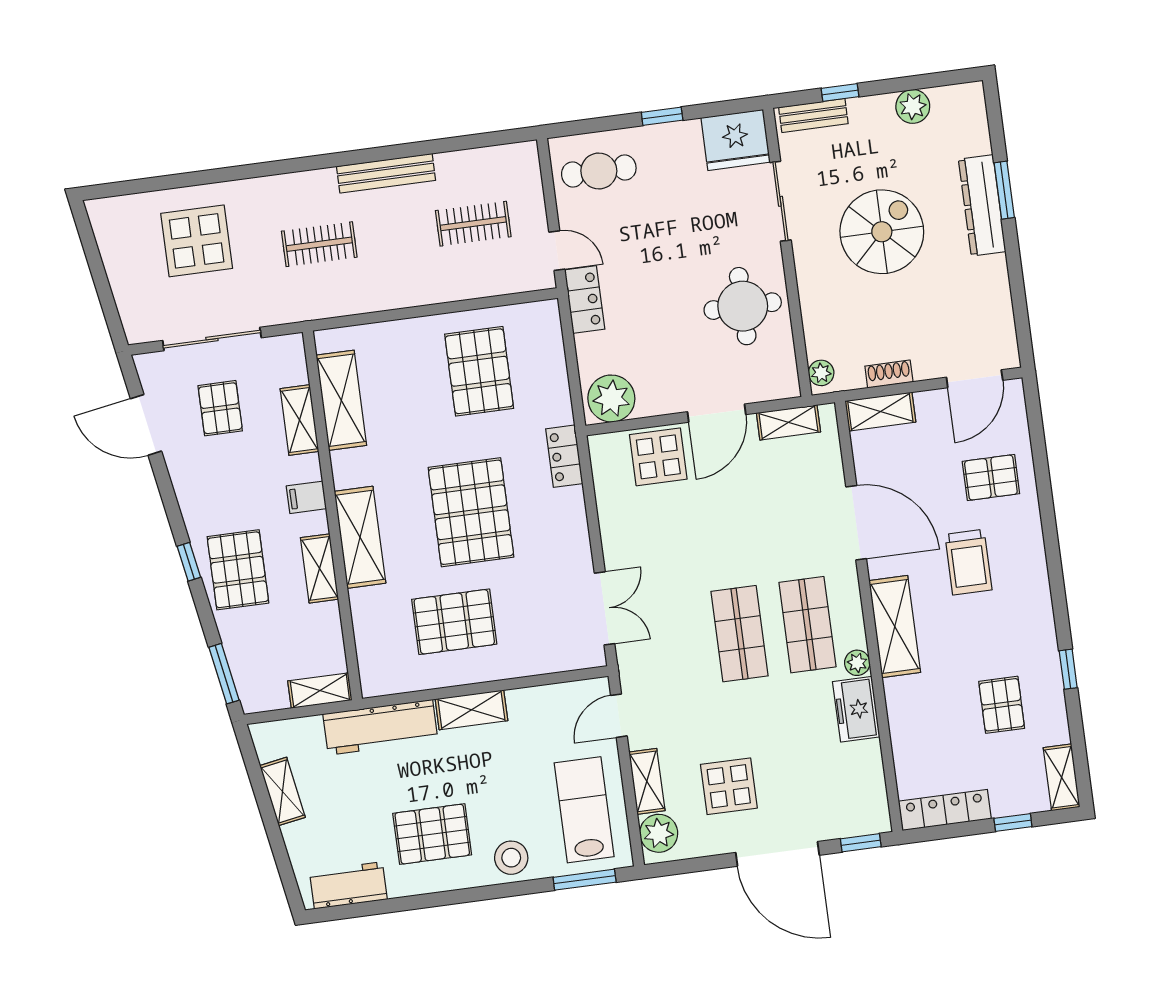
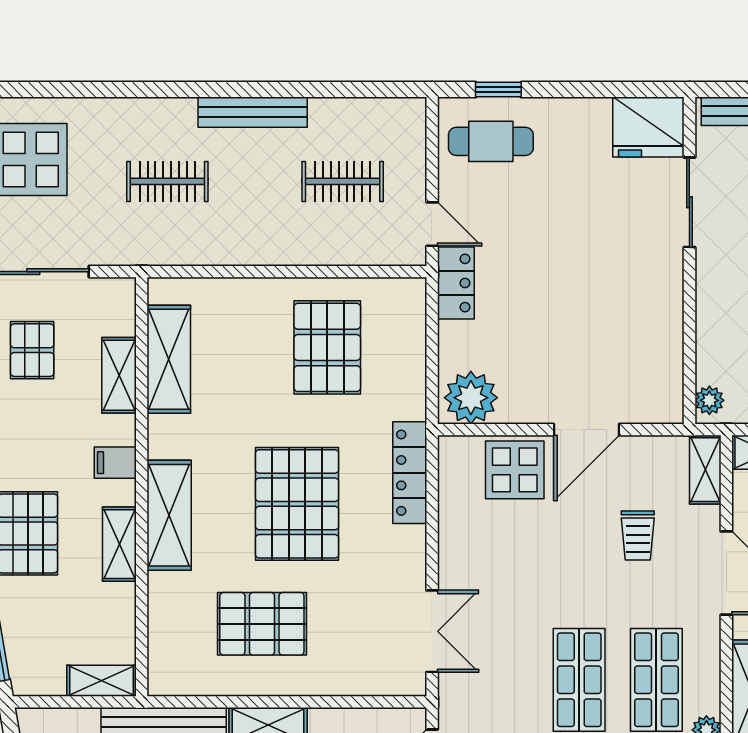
window: (662, 116) -> (498, 90), moved
round table: (743, 306) -> (632, 314), removed
shelving: (788, 422) -> (705, 470), moved, turned 90
locker: (564, 456) -> (410, 473), width x1.53
trolley: (774, 500) -> (638, 536), added

